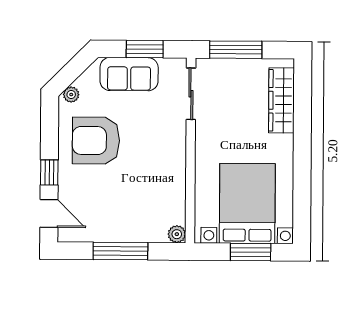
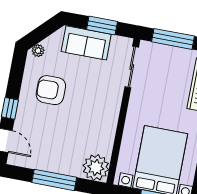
armchair: (96, 141) -> (51, 90), width x0.73, depth x0.73
plant: (177, 234) -> (96, 167), width x1.87, depth x1.87

